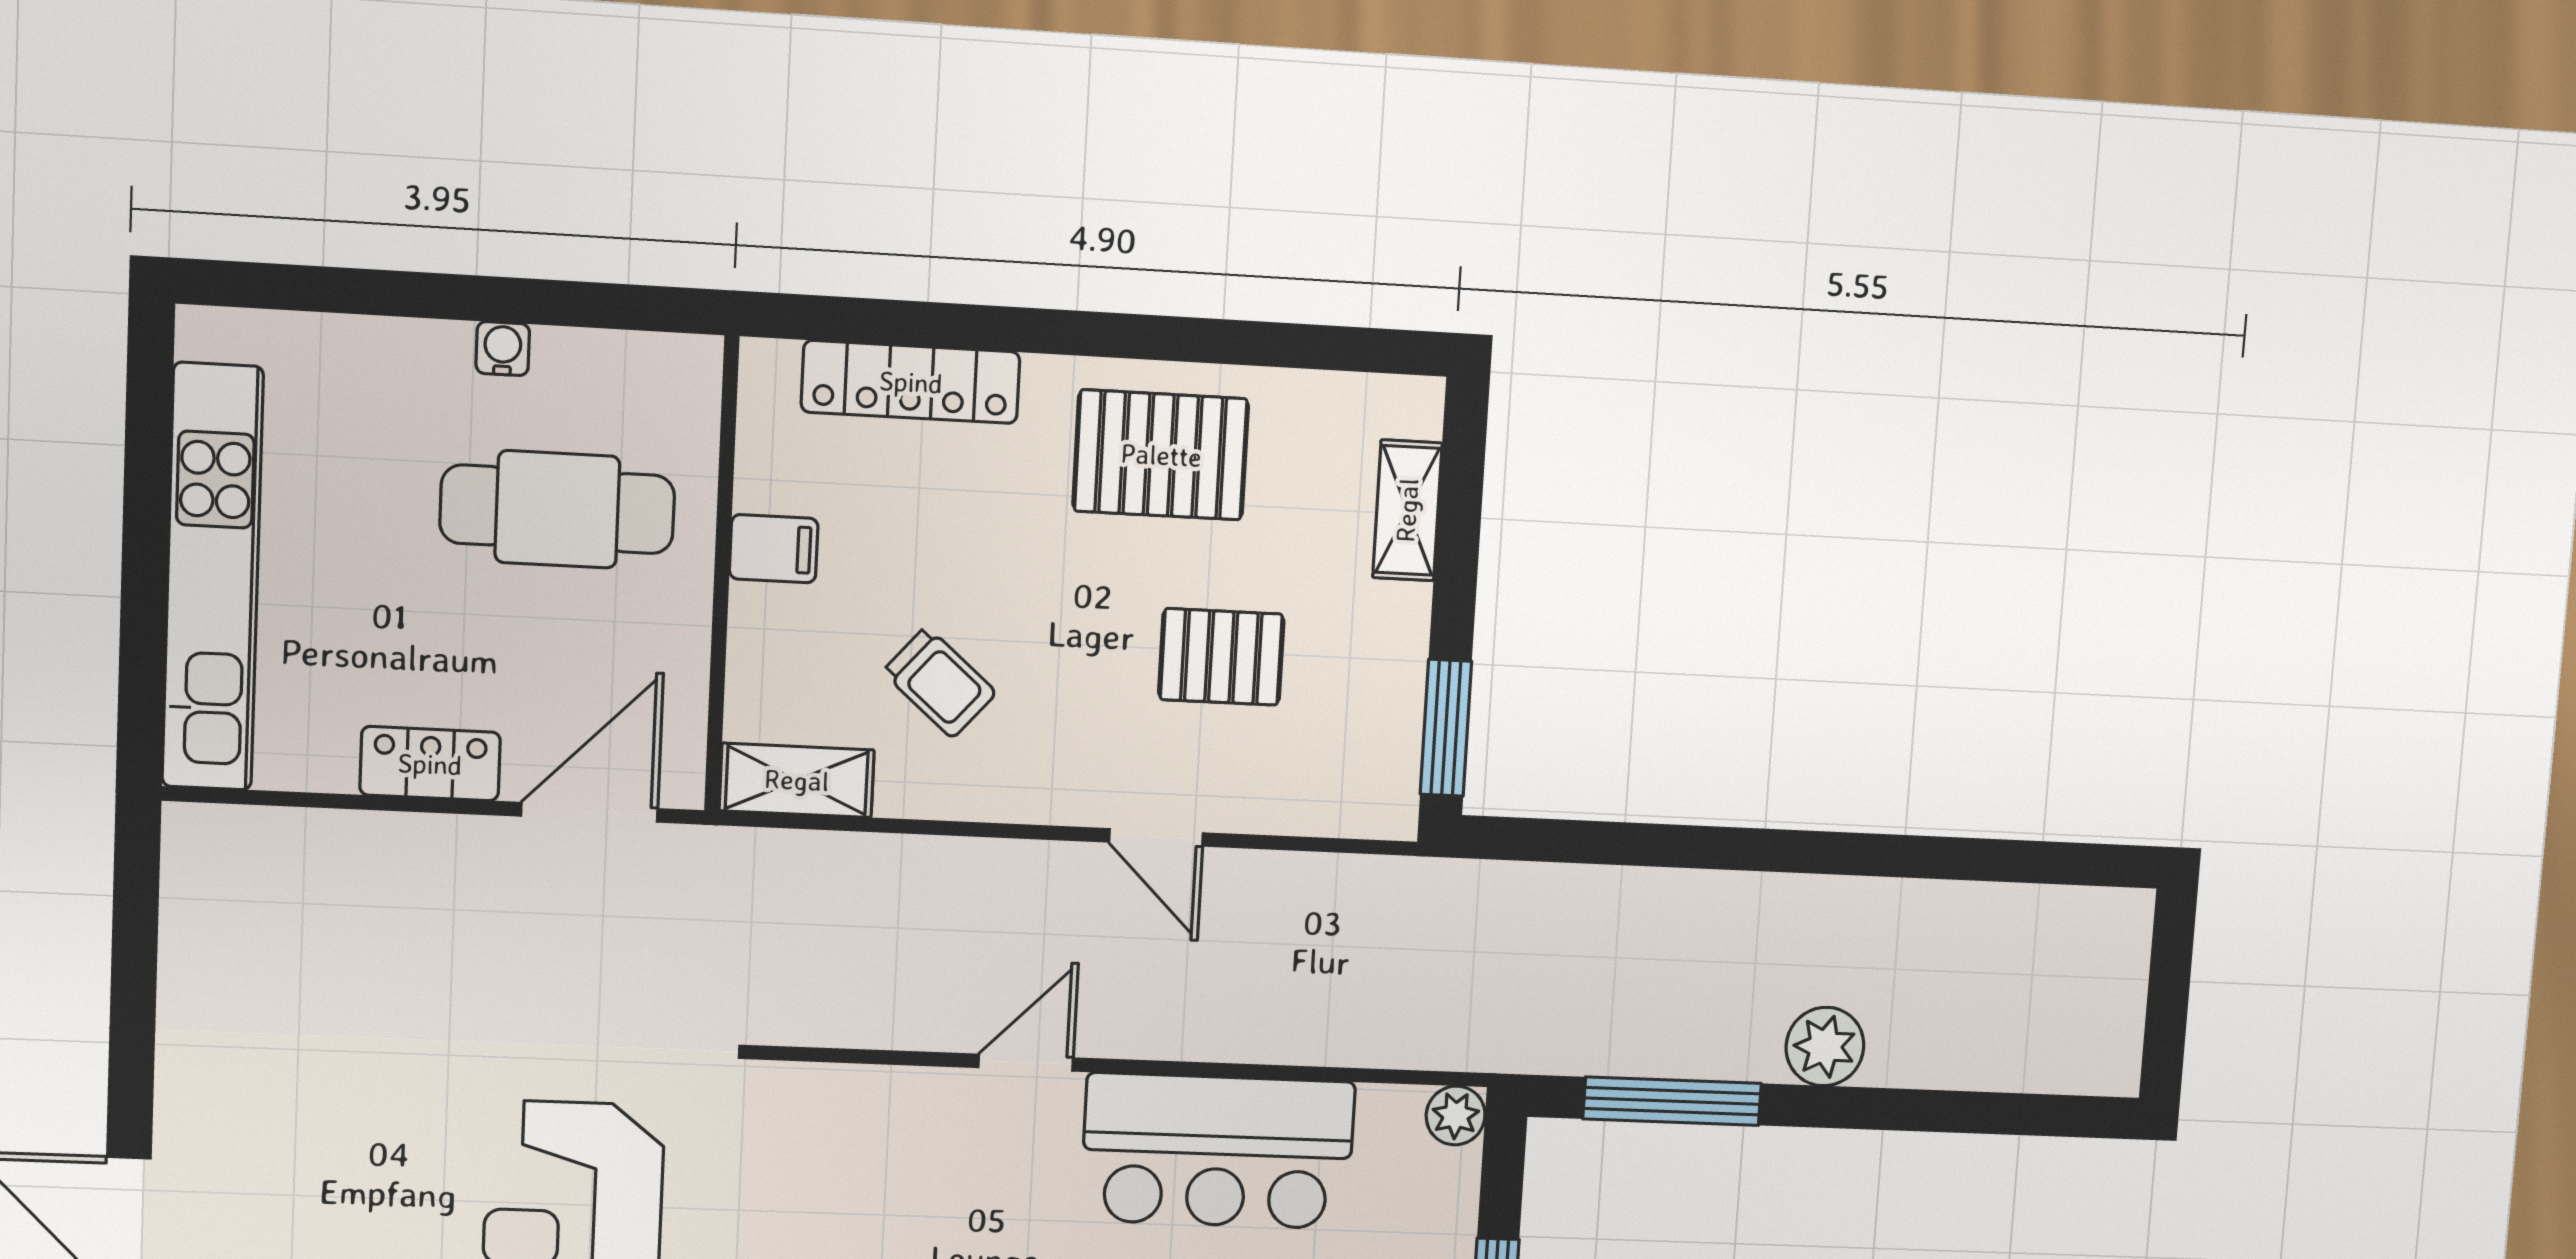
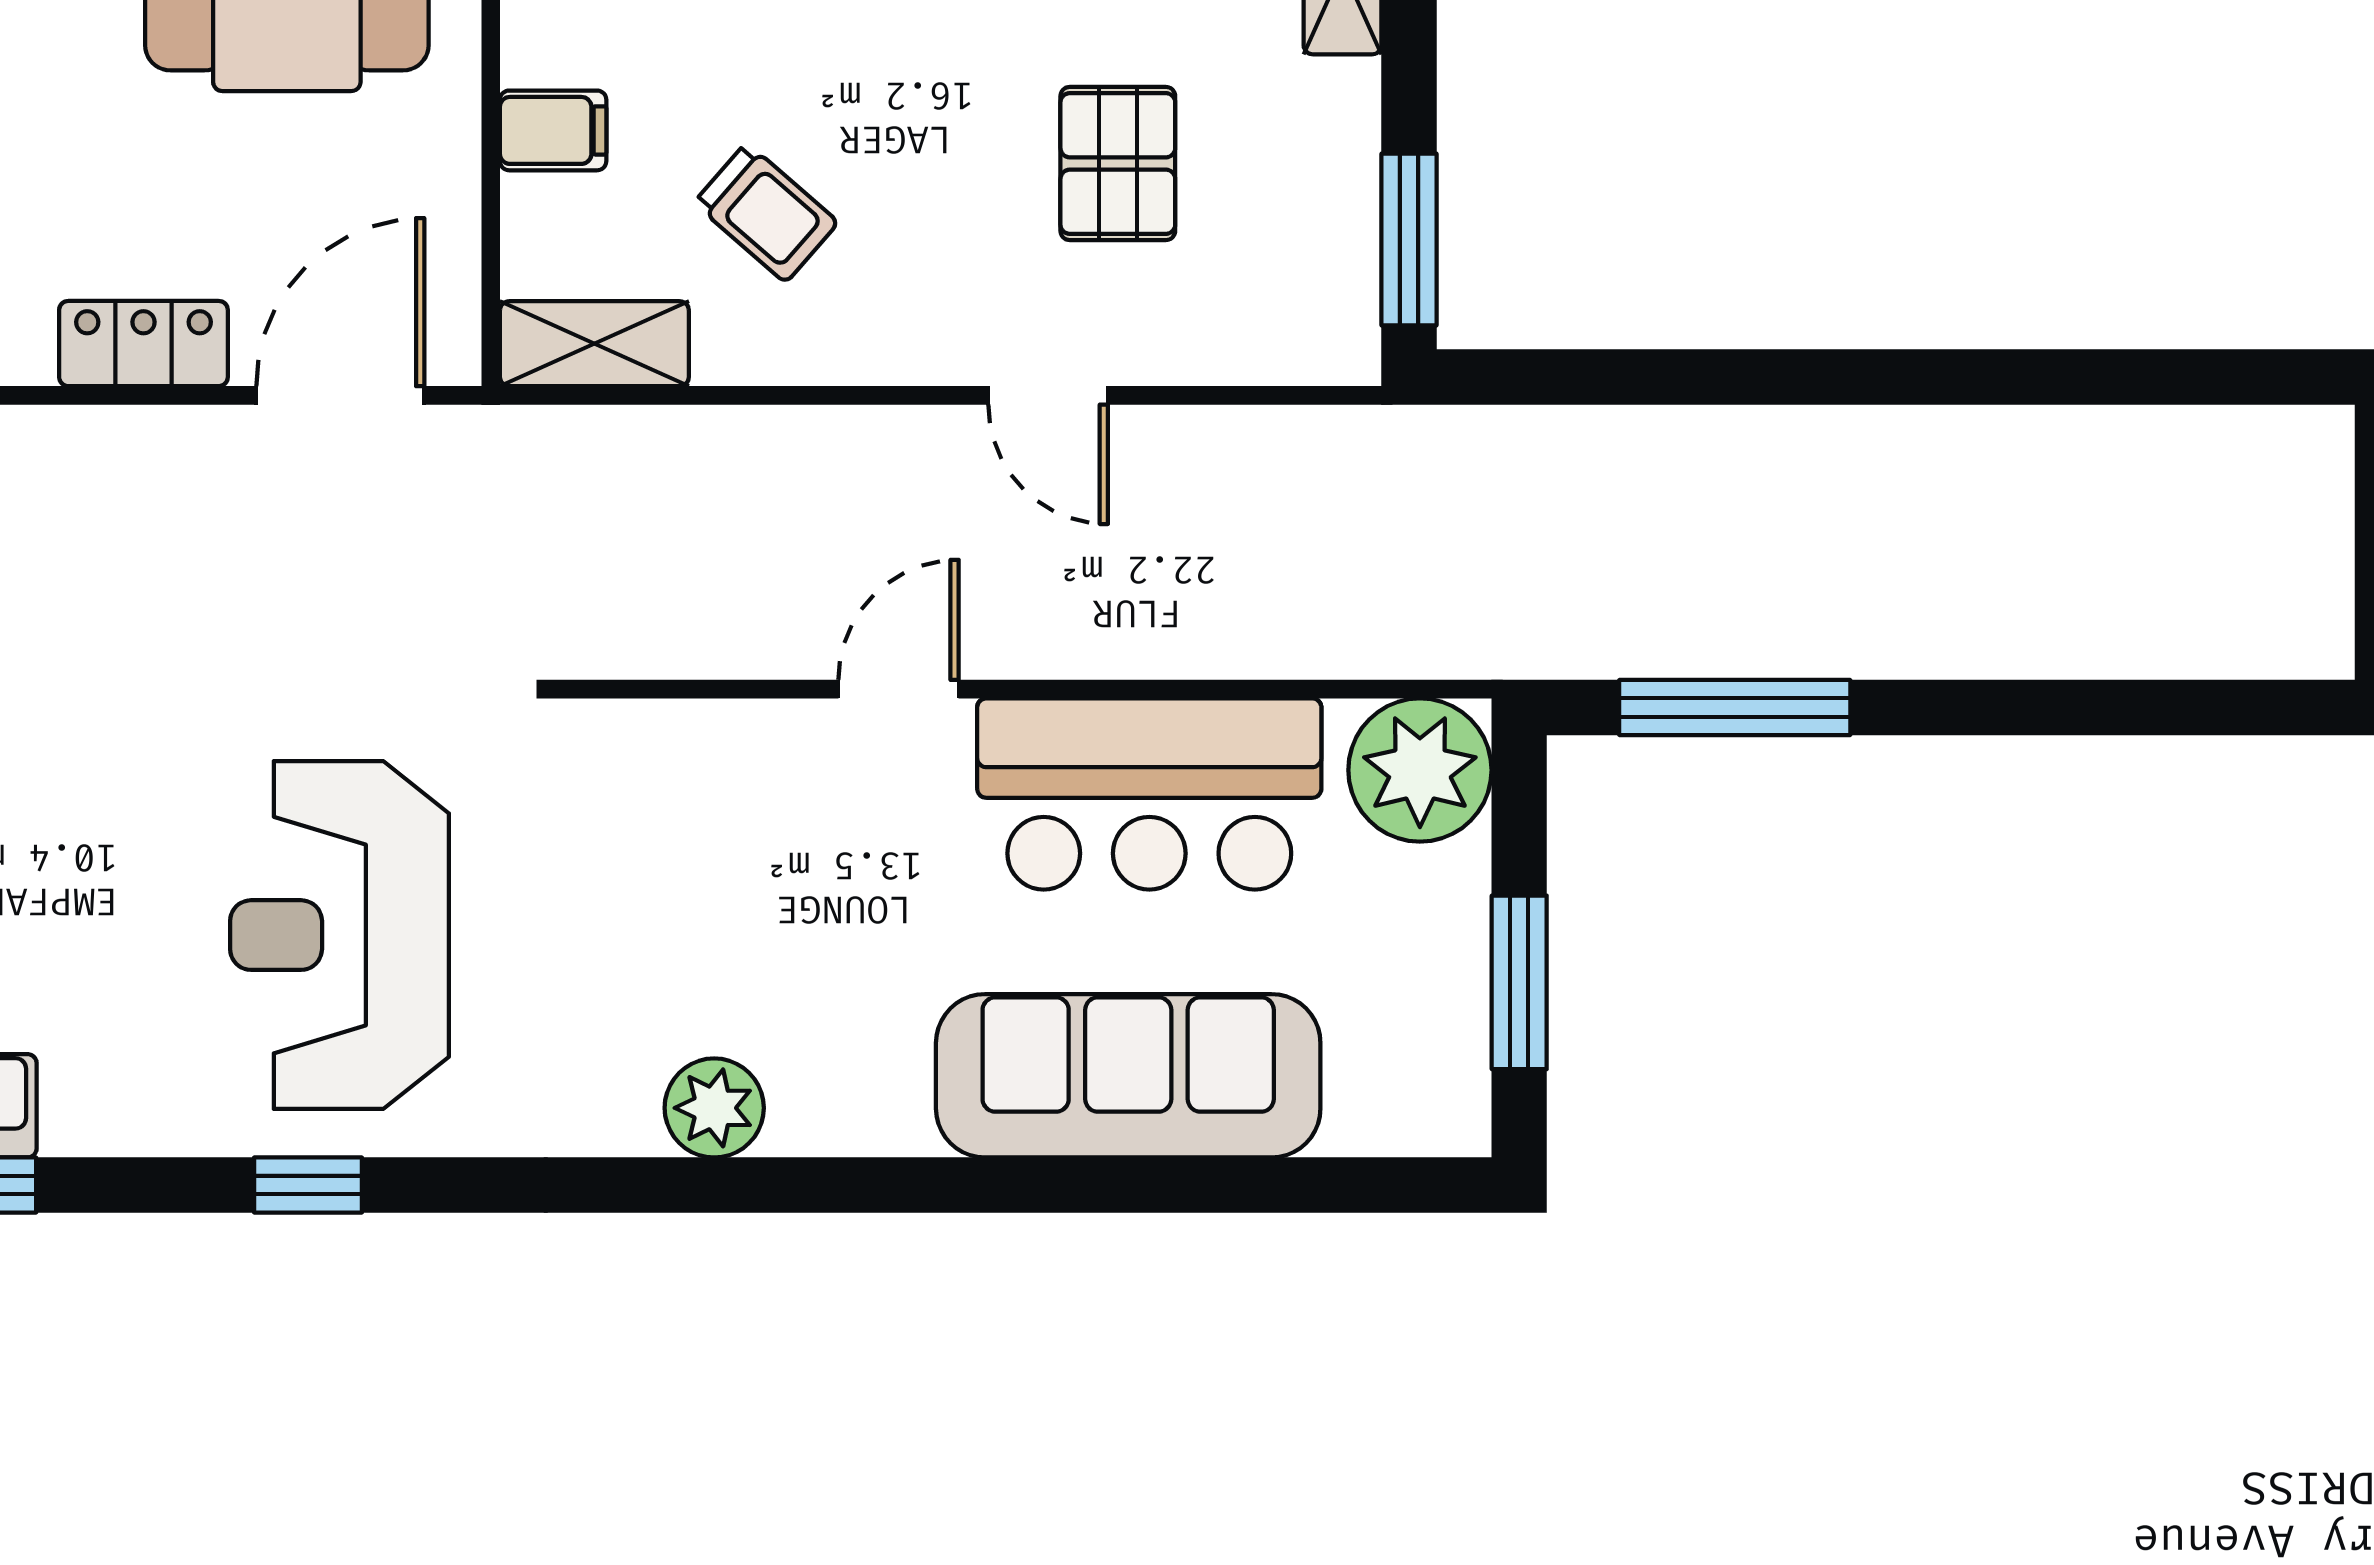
filing cabinet: (774, 549) -> (553, 130), moved
pallet: (1221, 657) -> (1118, 163), turned 90
plant: (1825, 1047) -> (1931, 629), removed
plant: (1456, 1115) -> (1420, 770), width x1.88, depth x1.88

